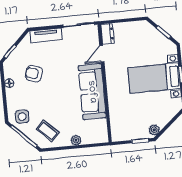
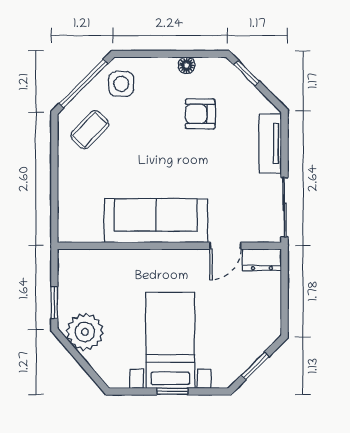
door: (102, 54) -> (225, 246), swing flipped
armchair: (34, 74) -> (200, 114), turned -107
plant: (154, 130) -> (85, 332), width x1.88, depth x1.88
plant: (76, 140) -> (67, 181), removed

